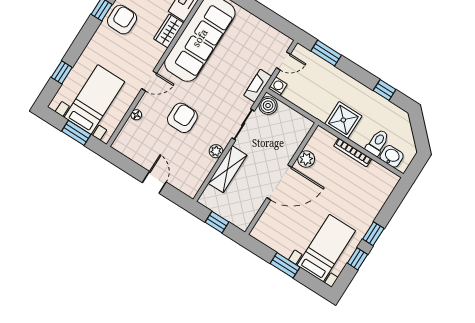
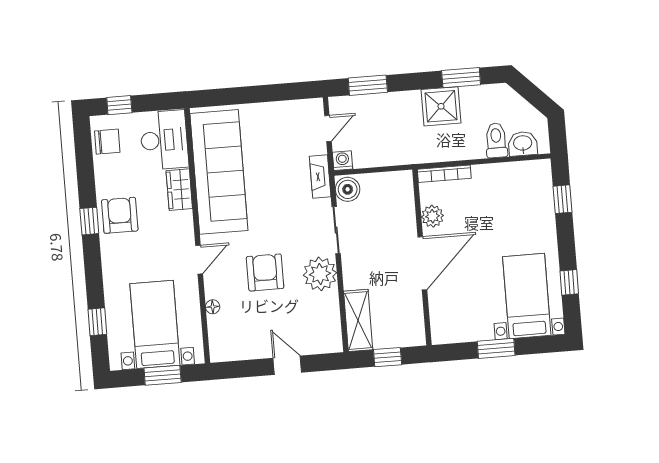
window: (385, 90) -> (461, 78), width x1.50
shower: (343, 120) -> (441, 106), moved
plant: (216, 151) -> (320, 274), width x1.87, depth x1.87
bookcase: (353, 152) -> (444, 174), moved
shelving: (228, 169) -> (358, 320), moved
window: (373, 234) -> (563, 199), moved

